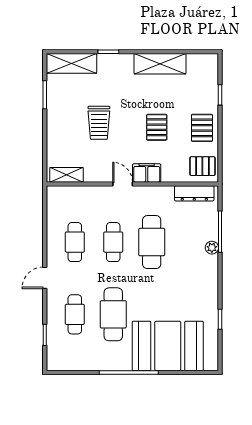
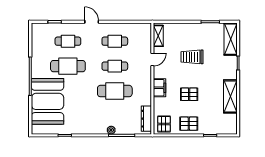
door: (123, 184) -> (152, 59), moved

